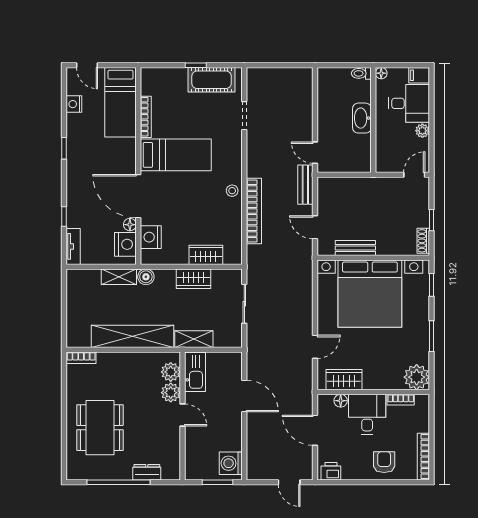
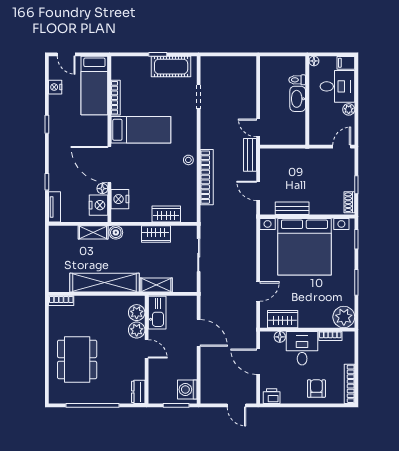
toilet: (361, 73) -> (297, 80), moved
dresser: (147, 472) -> (138, 392), moved, turned -90

